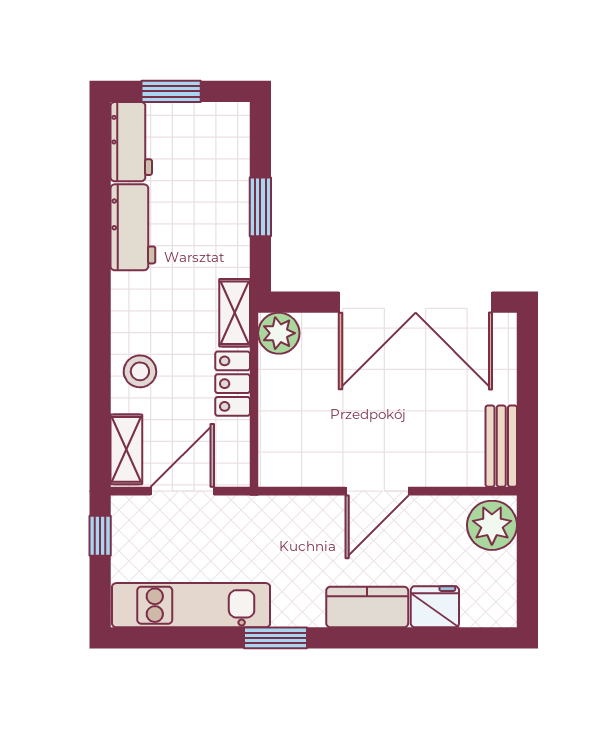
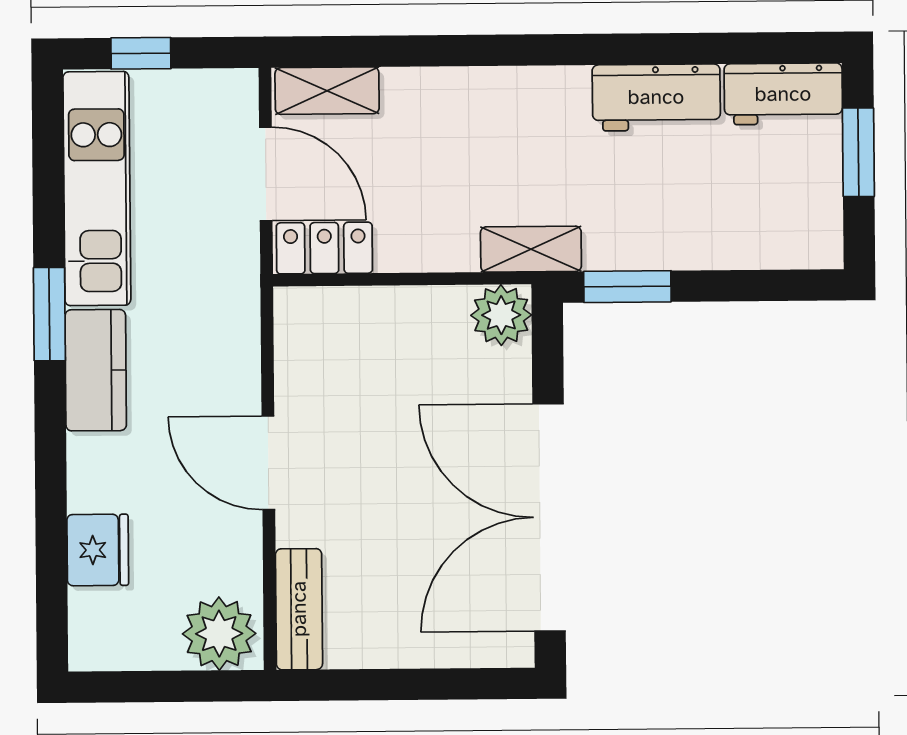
window: (260, 207) -> (627, 287), moved
stool: (140, 371) -> (443, 110), removed
locker: (233, 384) -> (324, 248), moved
bench: (501, 446) -> (299, 609), moved, turned 90
window: (100, 536) -> (141, 53), moved
kitchen counter: (367, 607) -> (96, 370), moved

